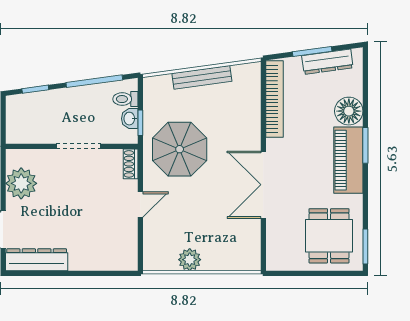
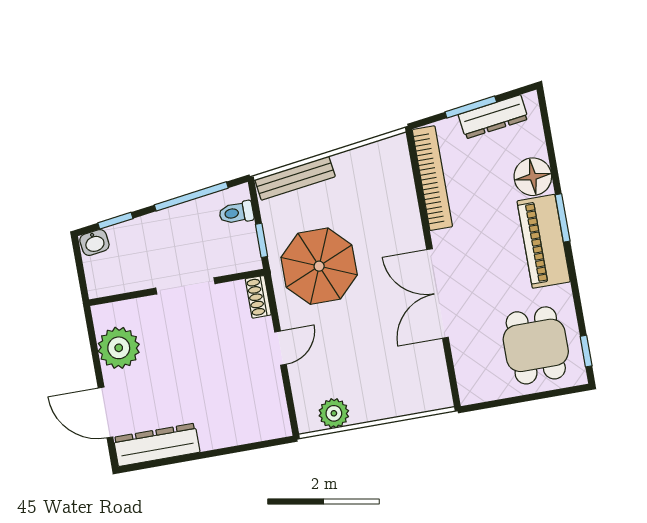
bench: (202, 77) -> (295, 178), moved
washbasin: (130, 119) -> (94, 242), moved, turned -98
window: (365, 247) -> (586, 351), width x0.67
plant: (190, 260) -> (334, 413), moved

